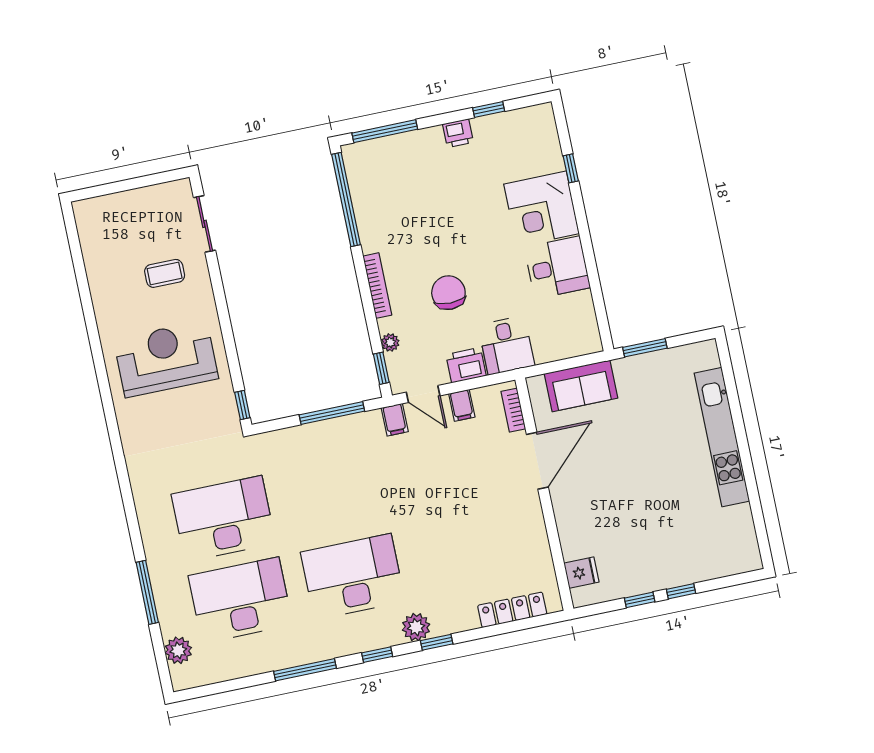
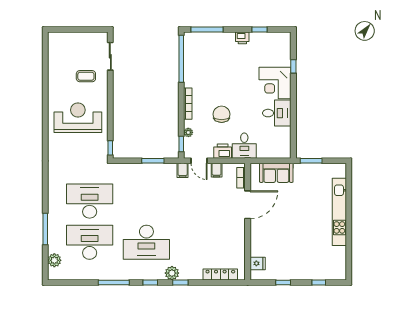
window: (332, 413) -> (153, 161), width x0.69
desk: (353, 577) -> (146, 242), turned 180
window: (681, 591) -> (319, 282), moved

